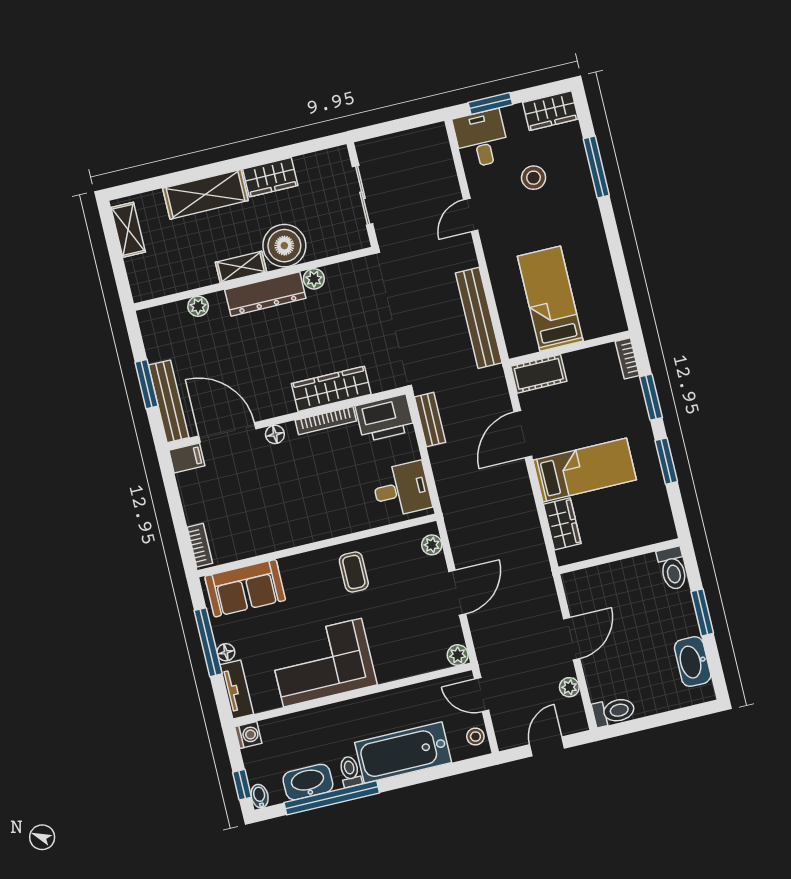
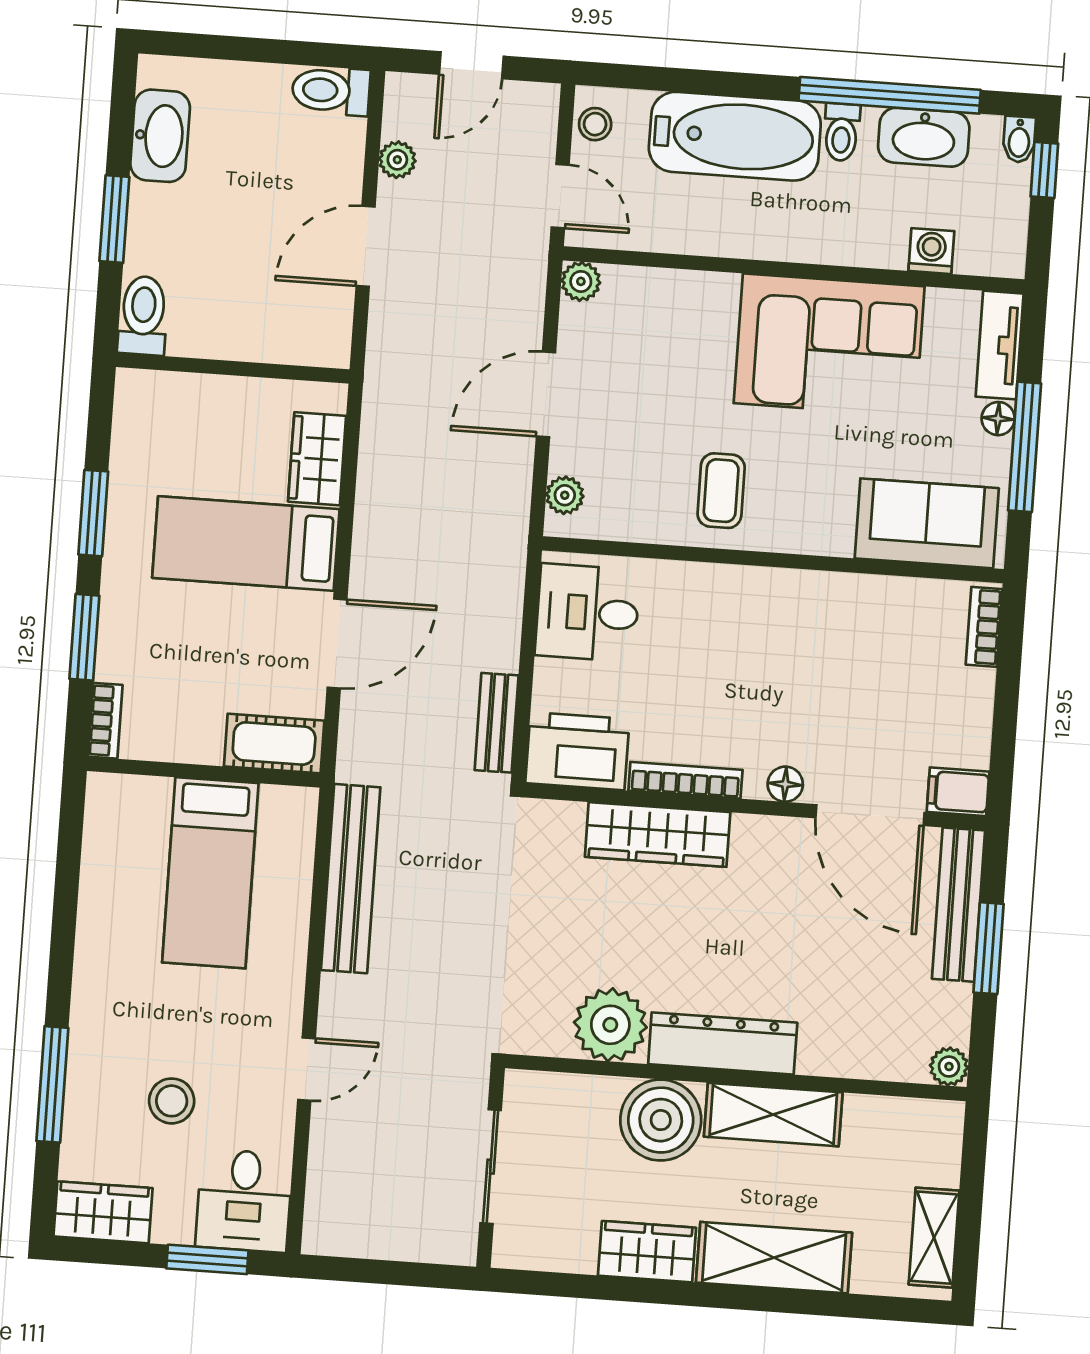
shelving: (241, 267) -> (773, 1115), width x1.50, depth x1.33
plant: (314, 279) -> (610, 1025), width x1.87, depth x1.87
plant: (198, 306) -> (949, 1067), moved
washing machine: (248, 735) -> (931, 251), moved, turned 90

